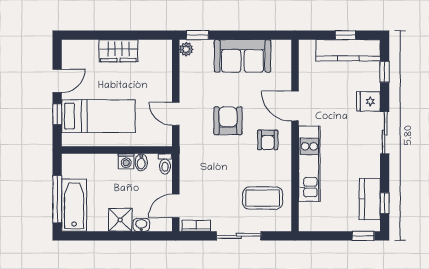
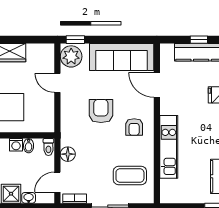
plant: (186, 49) -> (71, 56), width x1.88, depth x1.88
sofa: (242, 56) -> (122, 57), width x1.36
door: (295, 106) -> (157, 85), moved
door: (176, 114) -> (57, 83), moved
floor lamp: (188, 172) -> (68, 154), added

